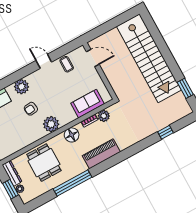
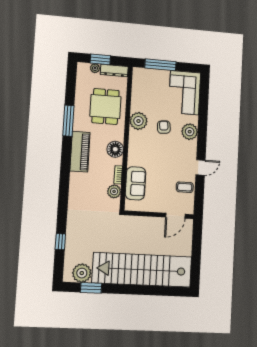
plant: (179, 102) -> (82, 273), added
plant: (51, 124) -> (138, 121), moved
piano: (101, 154) -> (80, 152), moved
dining table: (44, 163) -> (105, 106), turned 90
window: (73, 183) -> (68, 121), width x0.68

